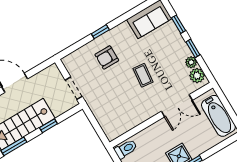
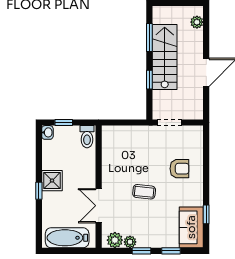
window: (100, 32) -> (206, 214), moved
armchair: (107, 57) -> (179, 169), turned 90

